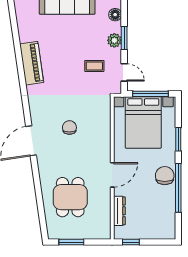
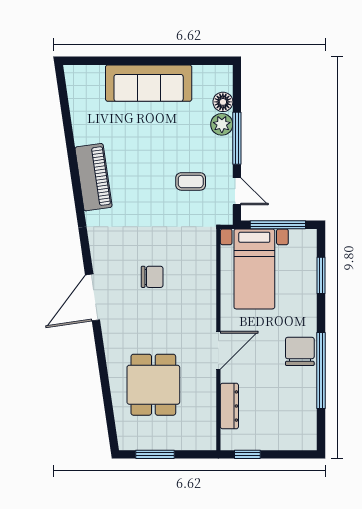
window: (124, 38) -> (237, 138), width x1.44
plant: (114, 40) -> (222, 124), moved
bed with nightstands: (143, 122) -> (254, 269), width x0.73
chair: (69, 127) -> (152, 277), turned 90
window: (178, 139) -> (321, 275), moved

